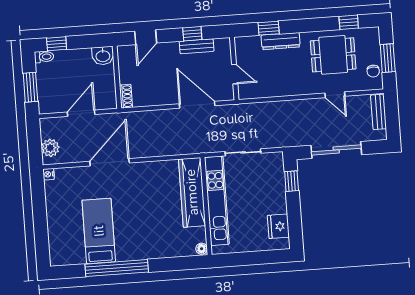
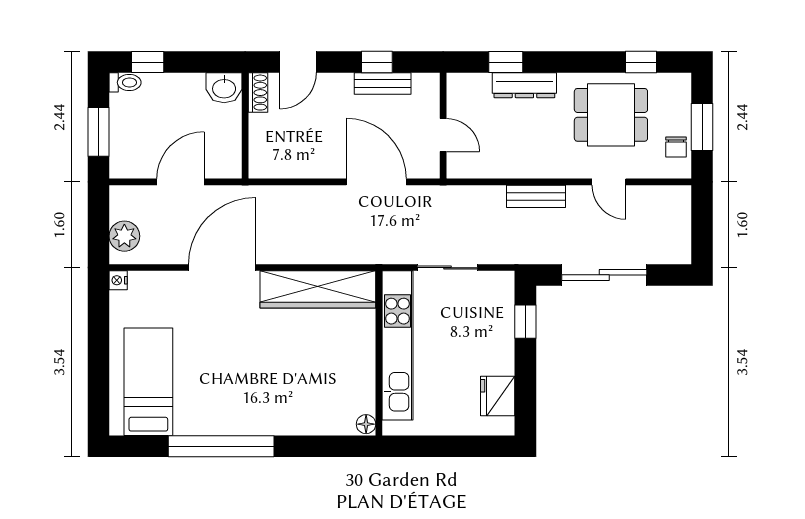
shoe rack: (126, 96) -> (258, 93), moved
bench: (379, 112) -> (536, 196), moved, turned 90
wardrobe: (192, 192) -> (318, 289), moved, turned -90
bed: (99, 231) -> (148, 382), moved

